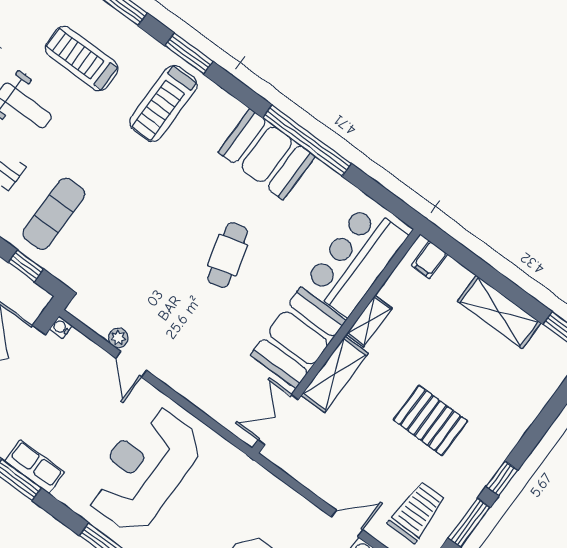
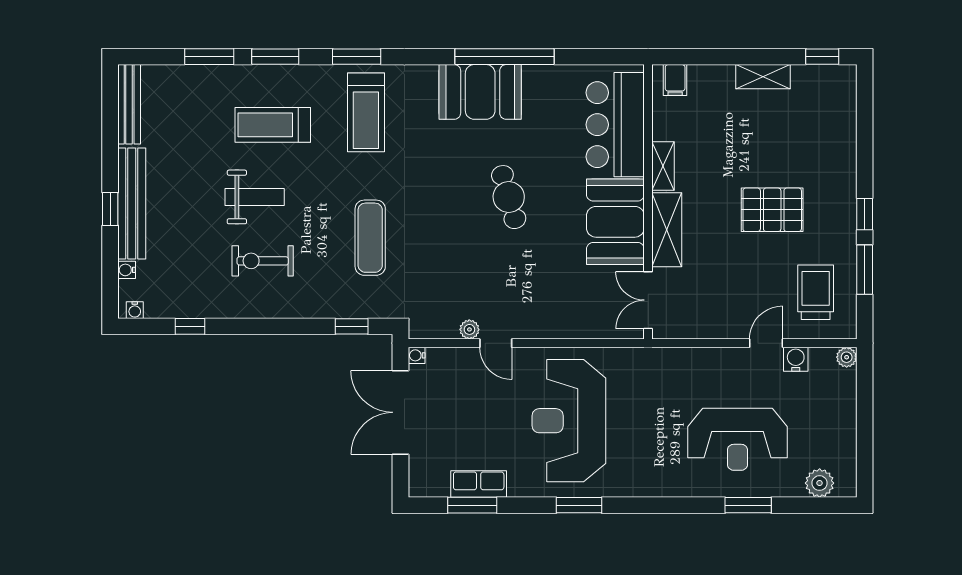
exercise mat: (54, 214) -> (370, 238), moved
shelving: (499, 312) -> (763, 77), width x0.67, depth x0.75

